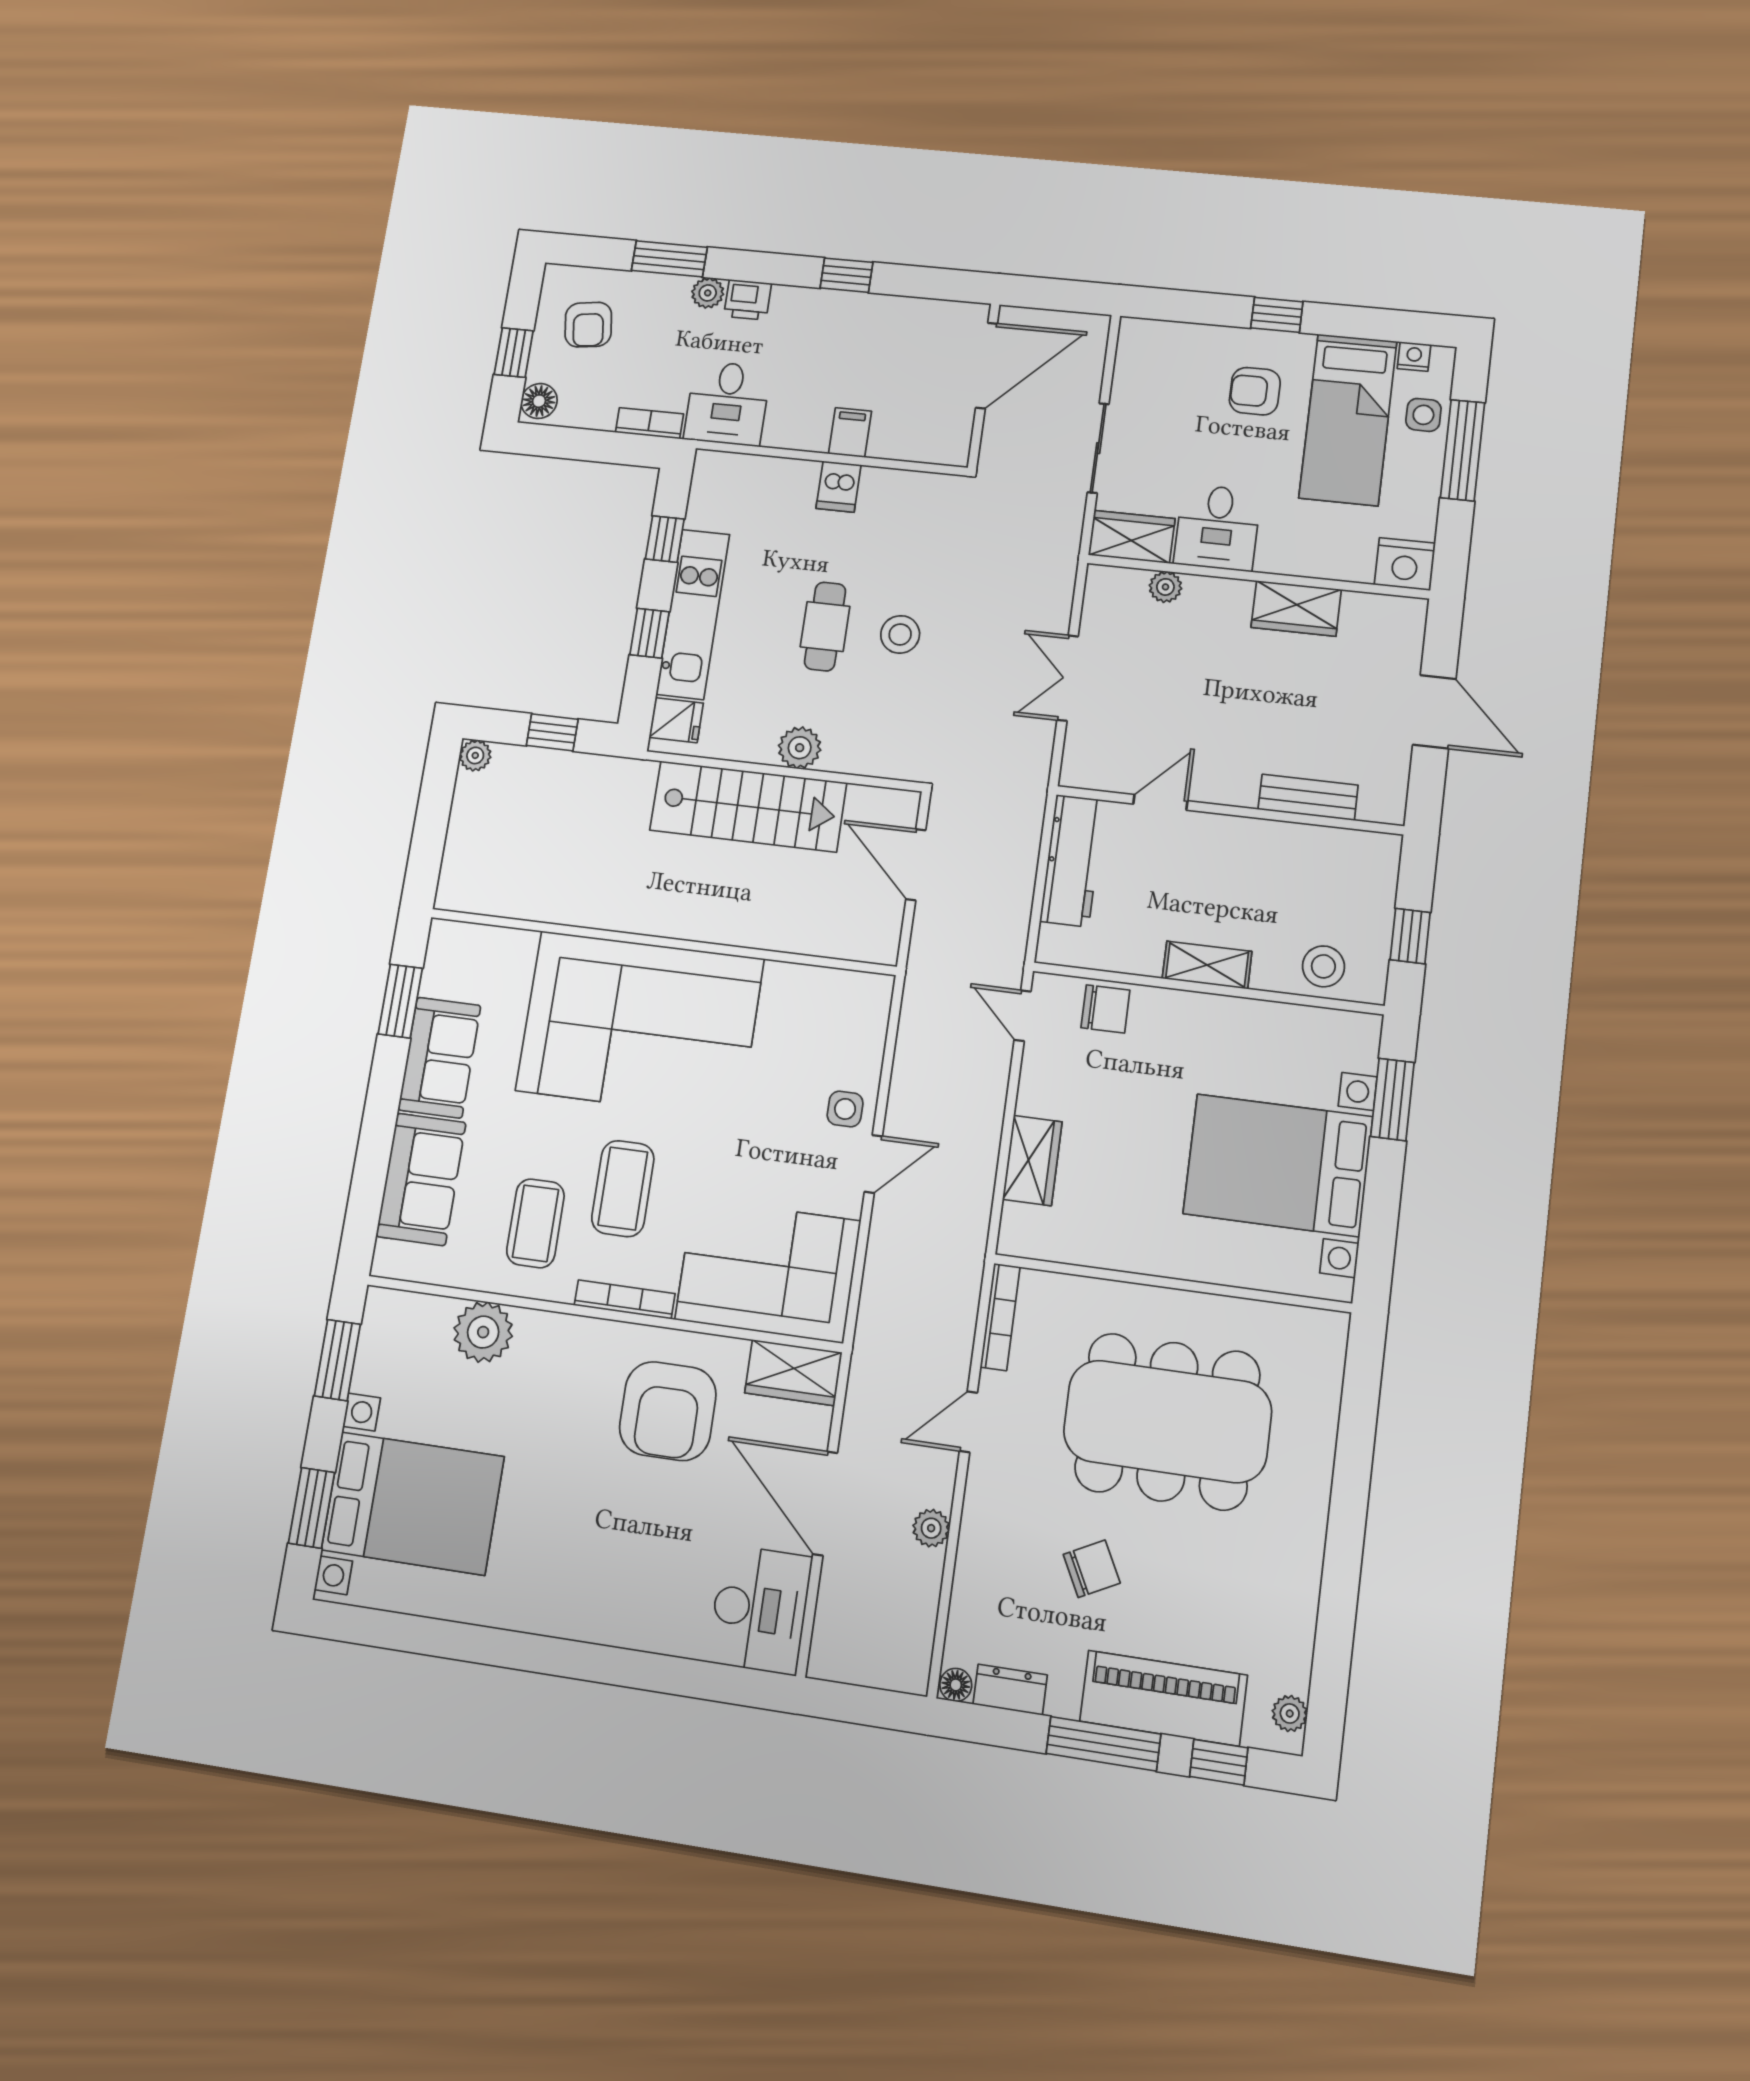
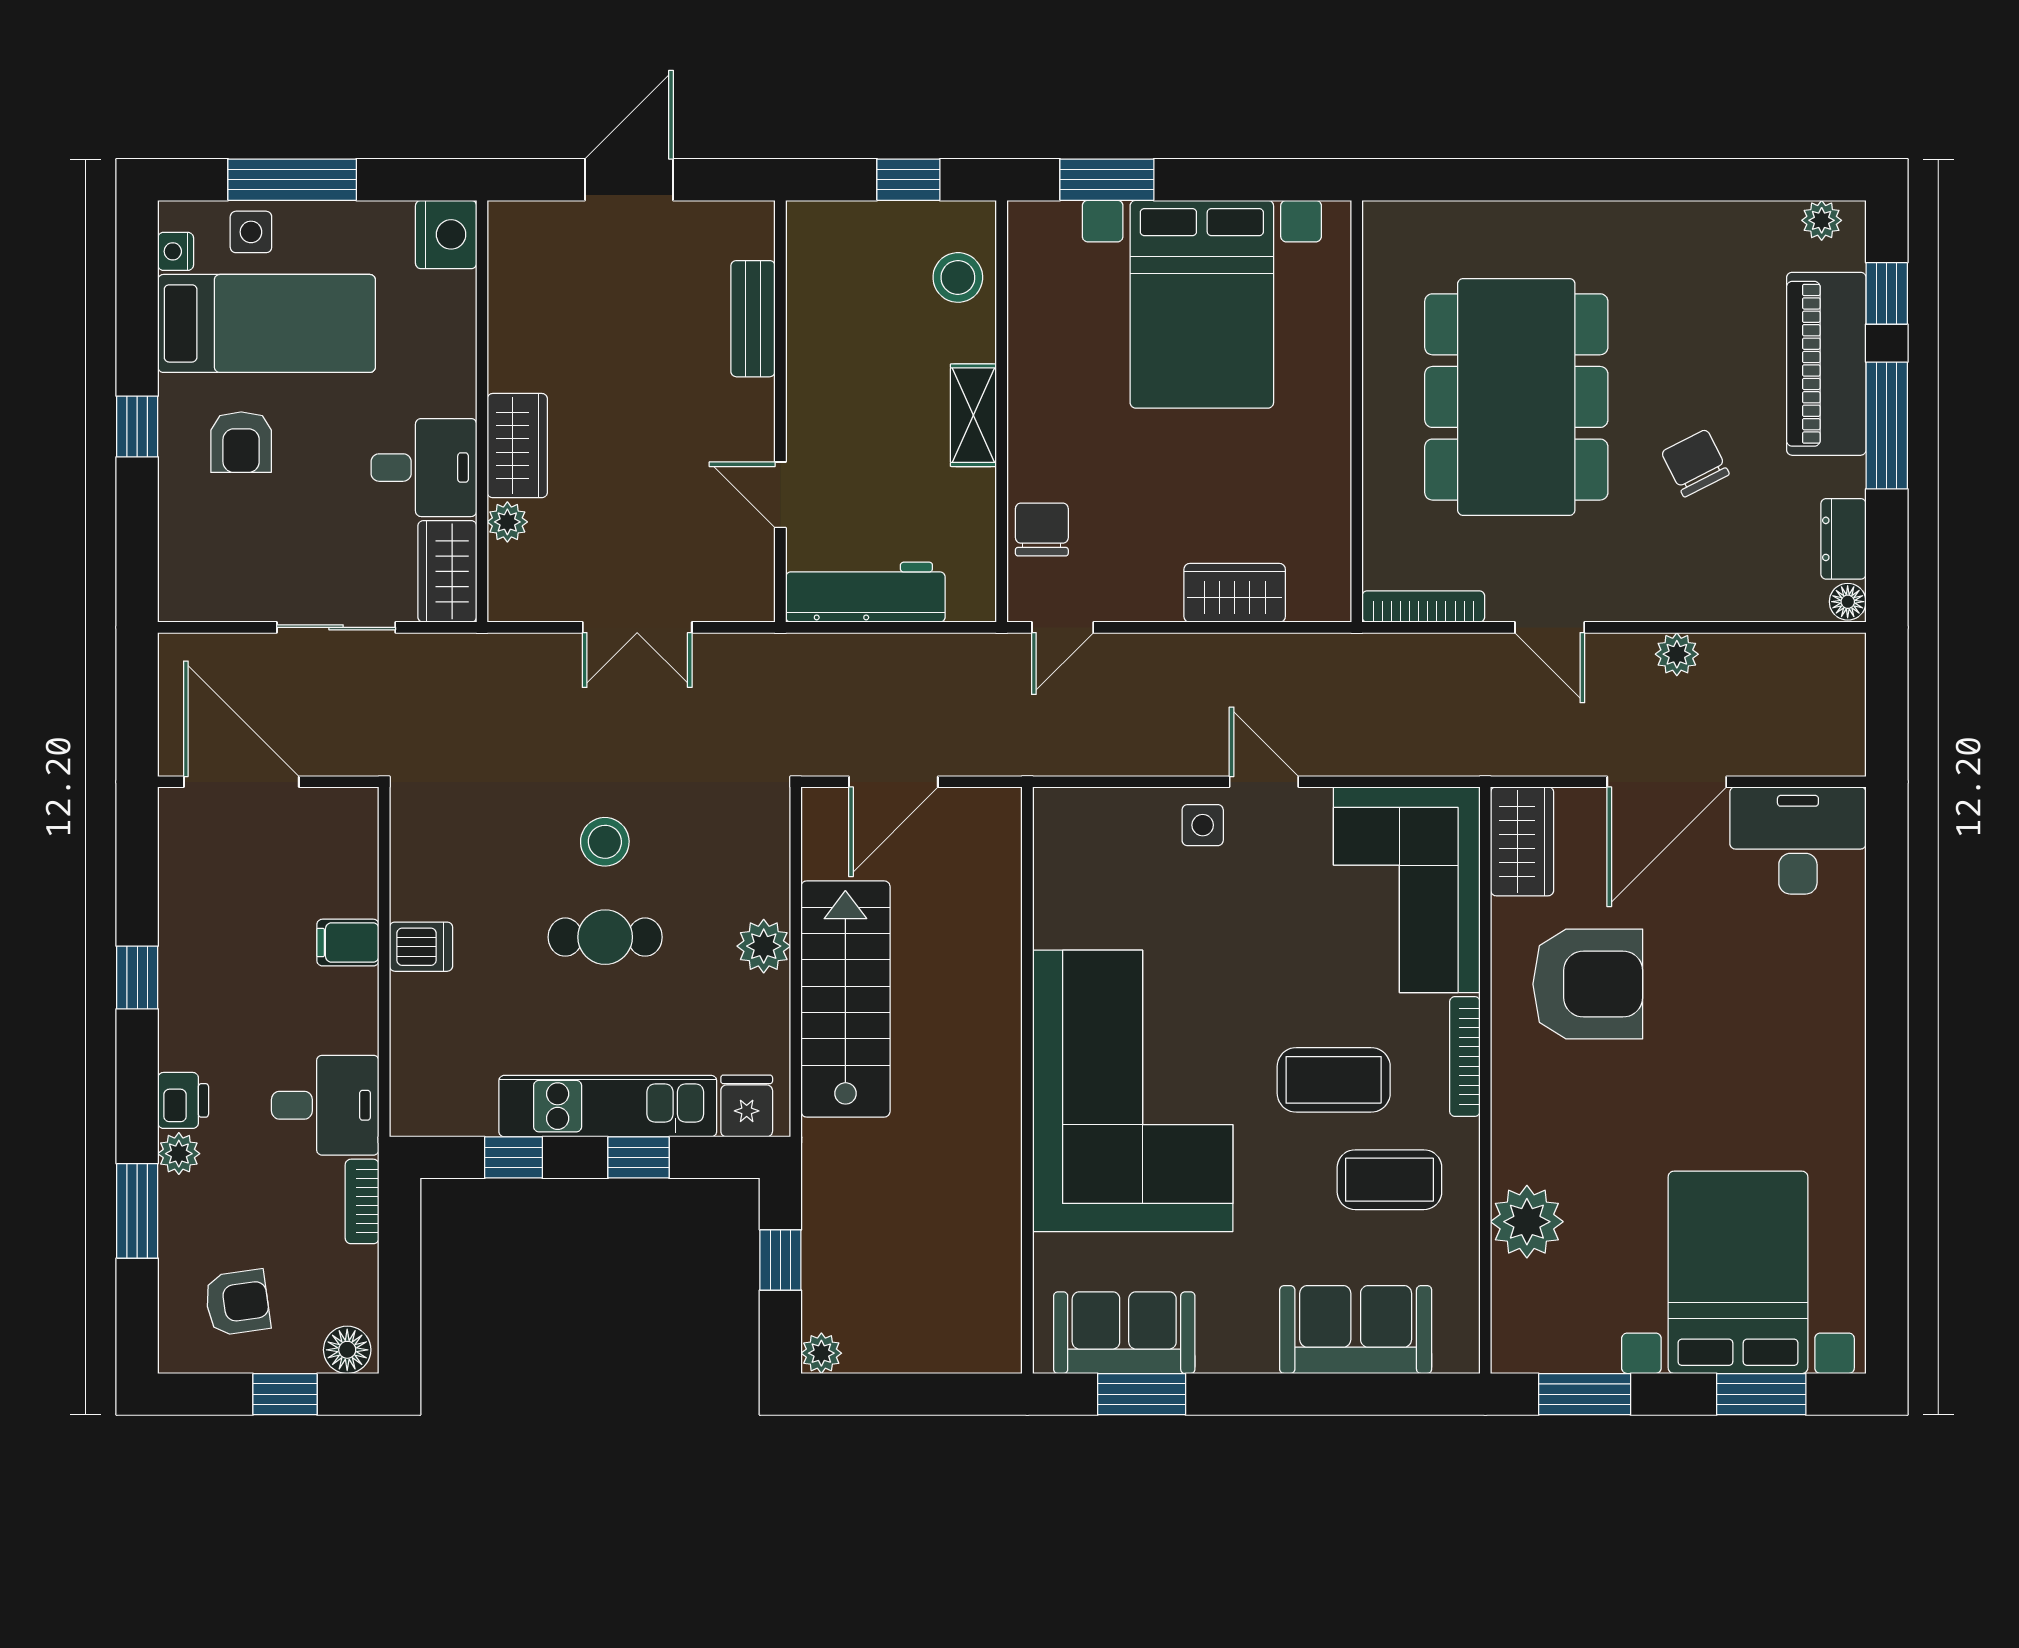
wardrobe: (1296, 608) -> (517, 446), moved
sofa: (439, 1058) -> (1124, 1333), moved

